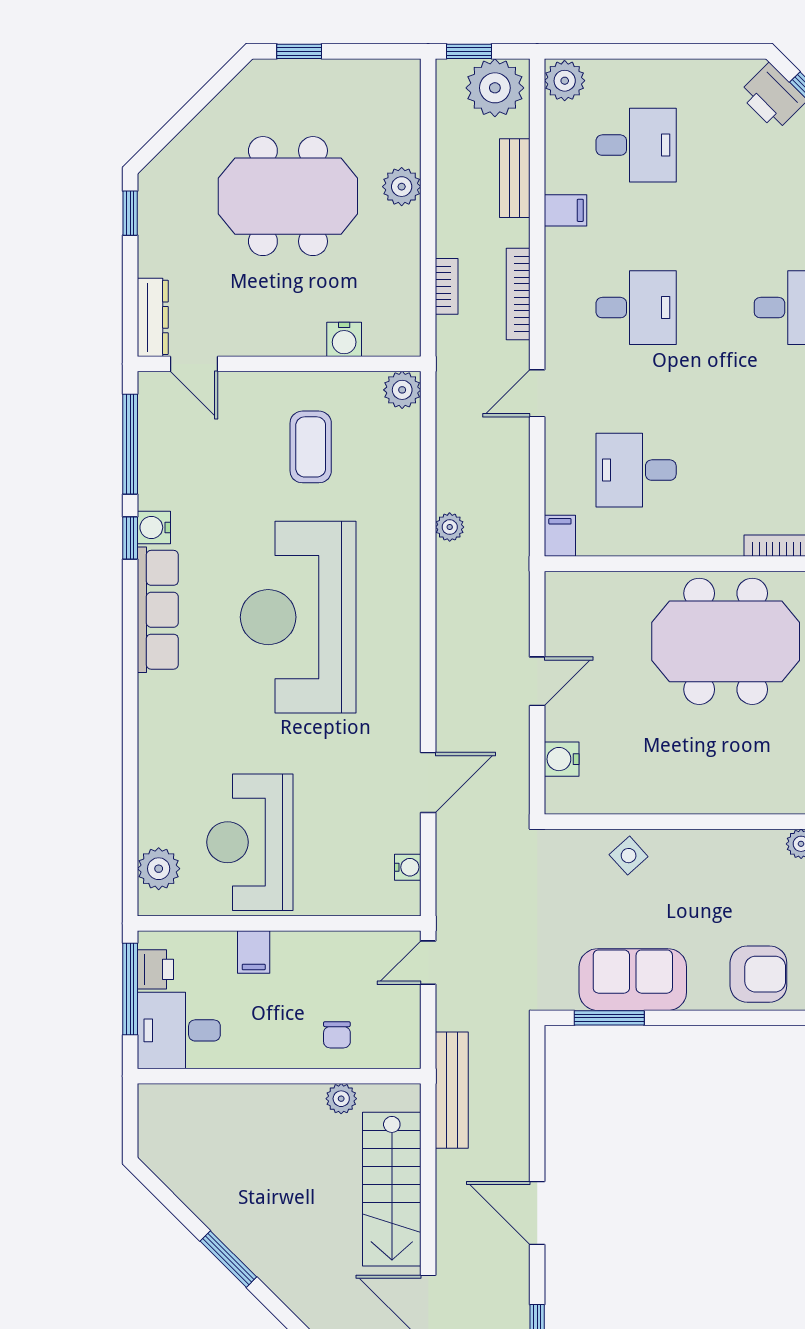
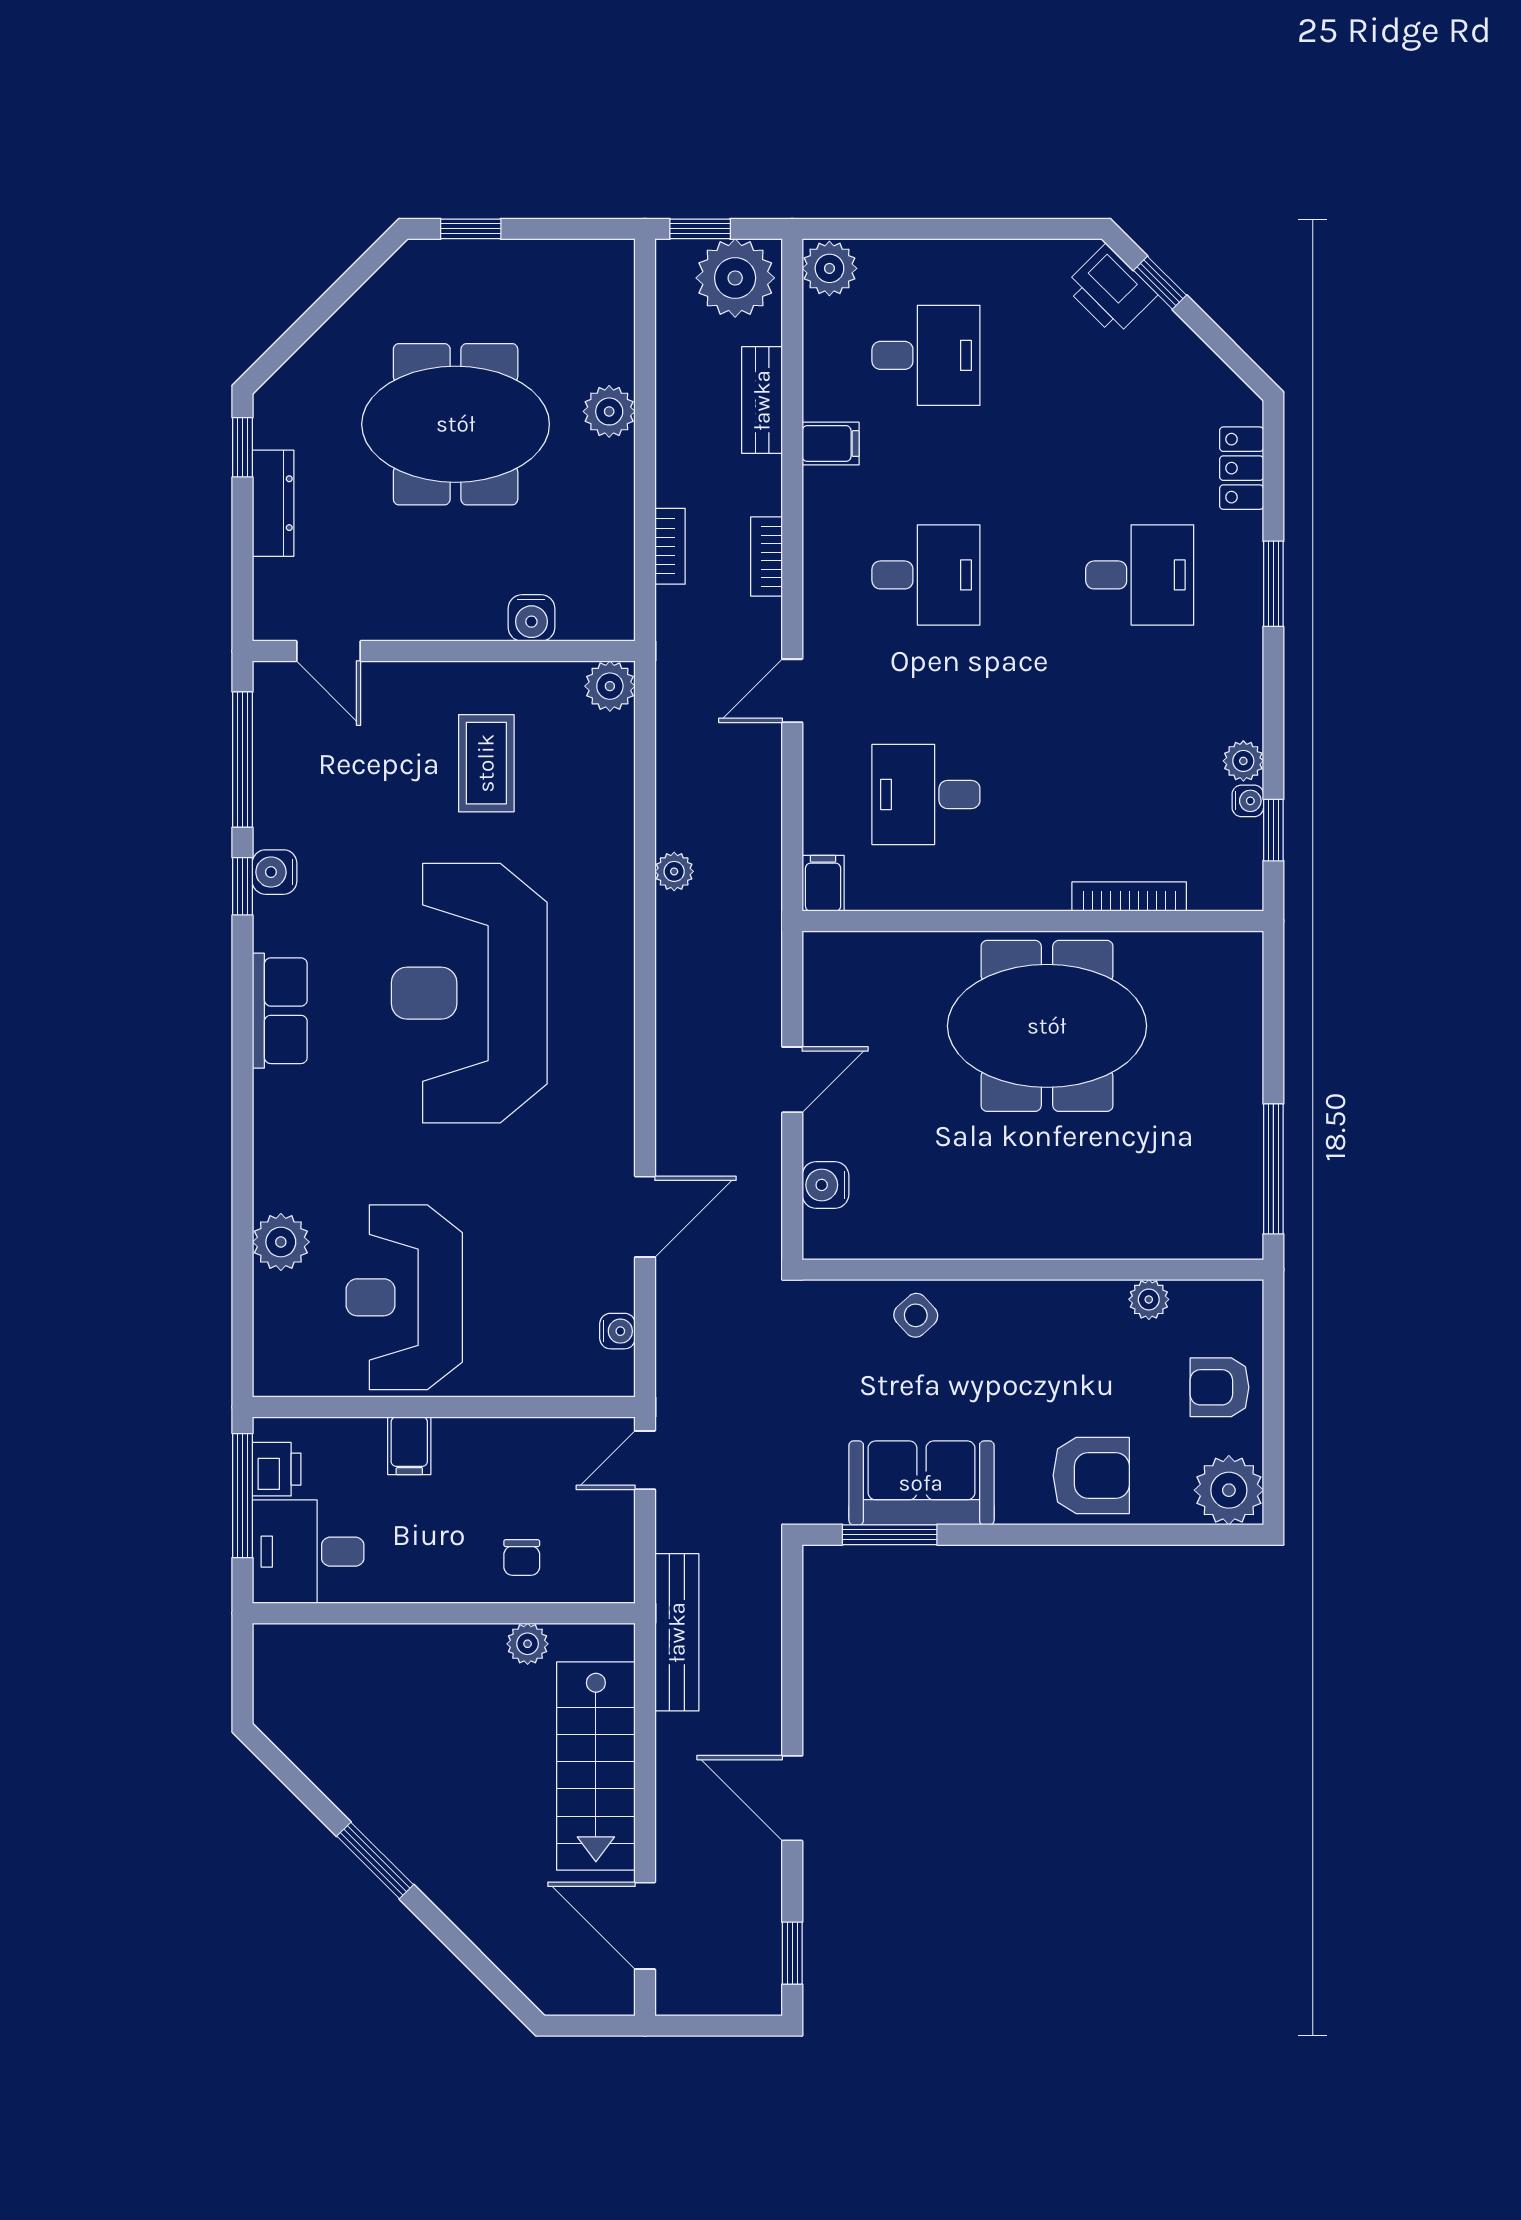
bookcase: (518, 294) -> (767, 557), width x0.64
dresser: (153, 317) -> (273, 503), moved
row of seats: (158, 610) -> (280, 1011), width x0.68
plant: (159, 869) -> (281, 1242), moved

